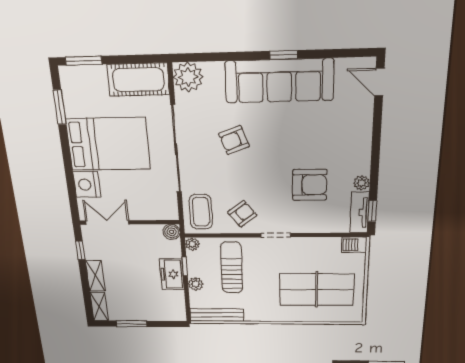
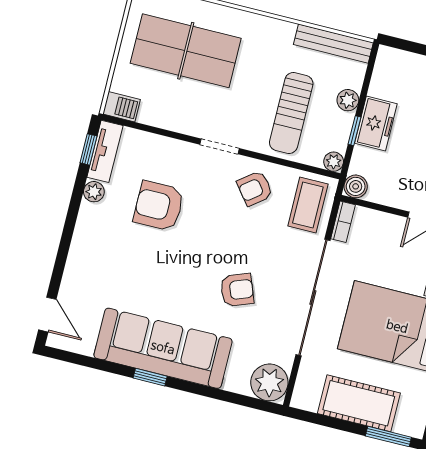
cot: (138, 80) -> (359, 403), moved
bookcase: (172, 207) -> (343, 222), added

